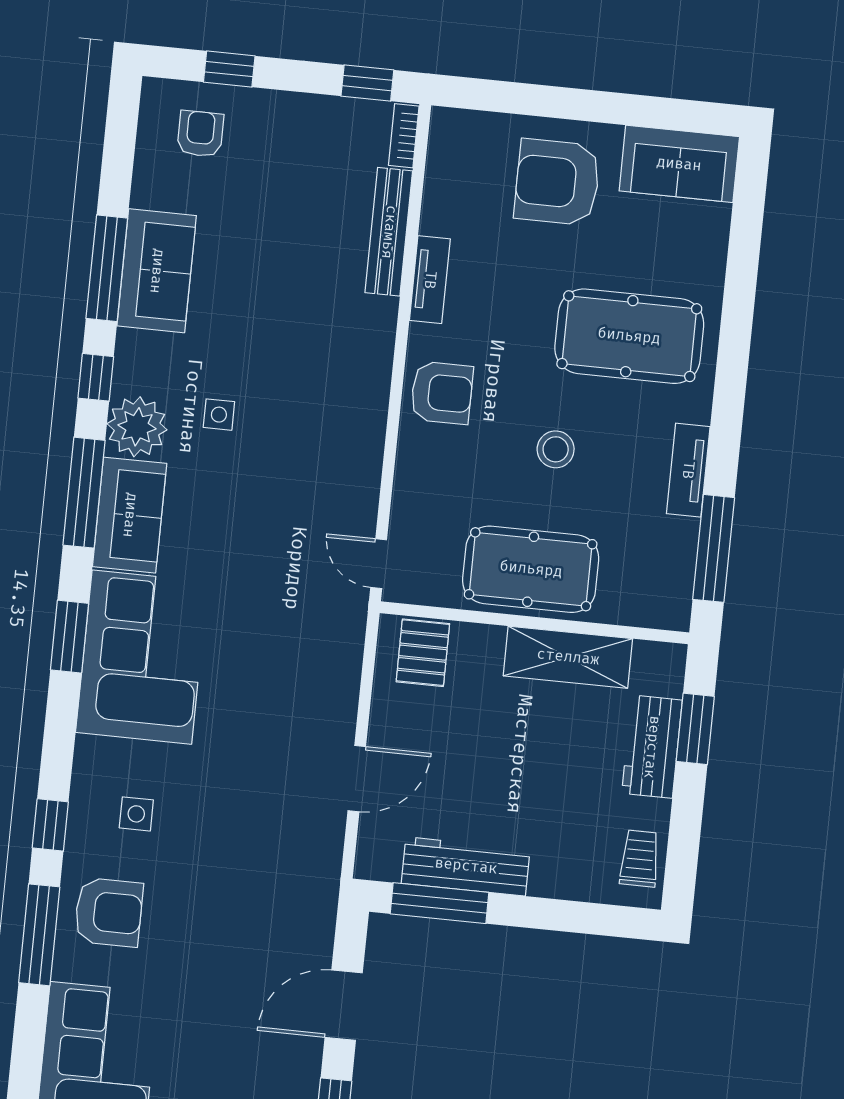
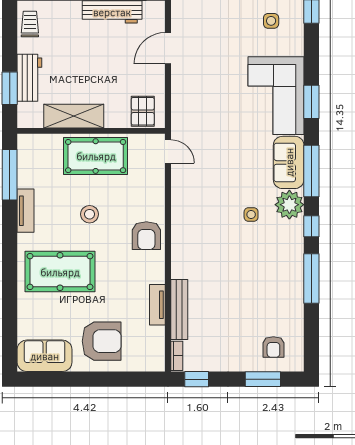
window: (229, 69) -> (263, 379), width x1.50
sofa: (157, 271) -> (288, 280), removed
tv unit: (430, 280) -> (157, 305), moved
armchair: (442, 393) -> (146, 236), turned -90
trolley: (640, 859) -> (30, 24), turned 180

